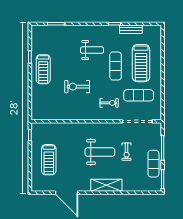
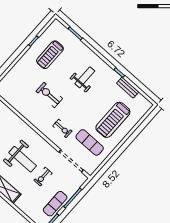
weight bench: (92, 50) -> (85, 77), turned -90
exercise mat: (116, 66) -> (92, 105), removed
treadmill: (43, 69) -> (50, 55), moved

